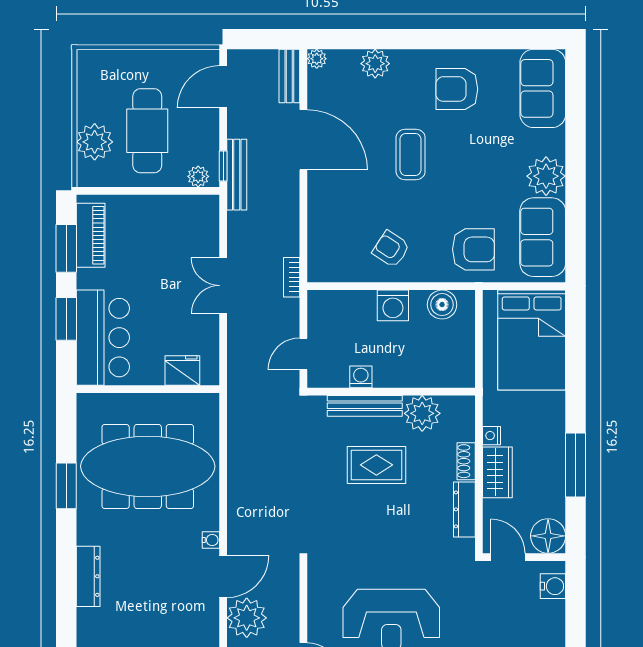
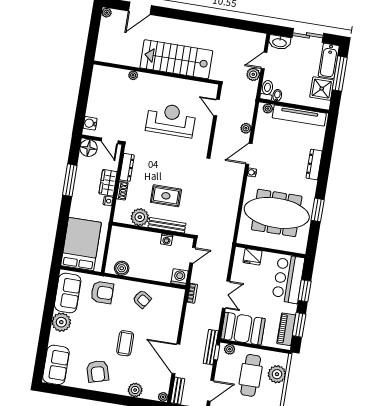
armchair: (457, 89) -> (98, 371), turned 74
booth: (178, 222) -> (243, 329), added
armchair: (473, 249) -> (102, 292), turned 180
washing machine: (393, 305) -> (180, 277), moved
plant: (247, 618) -> (246, 128), width x0.53, depth x0.53

